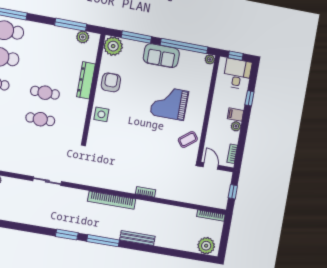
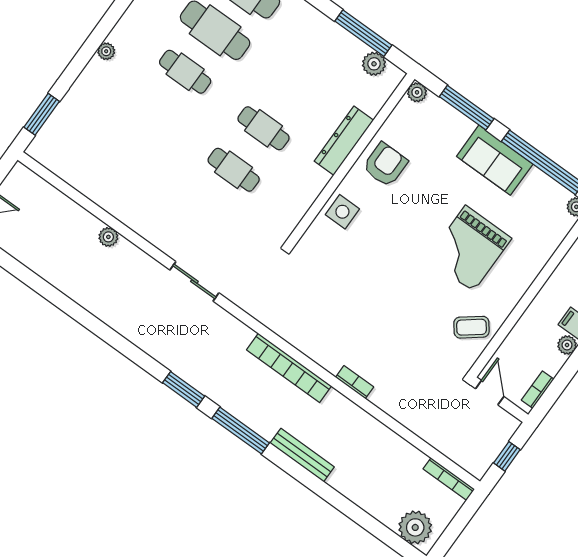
plant: (113, 46) -> (417, 92), width x0.53, depth x0.53
grand piano: (169, 103) -> (469, 249), turned -90

